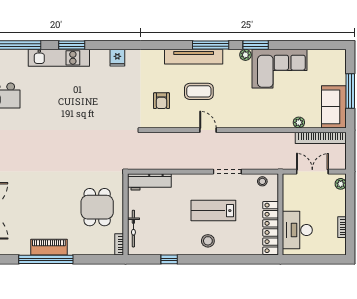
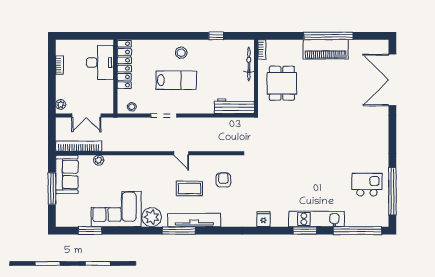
window: (256, 45) -> (90, 231), moved
plant: (245, 55) -> (152, 217), width x1.88, depth x1.88
piano: (49, 247) -> (326, 49), width x1.37, depth x1.33

